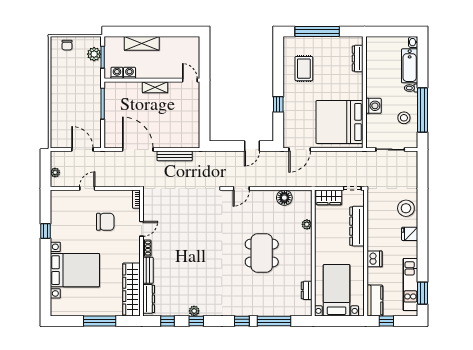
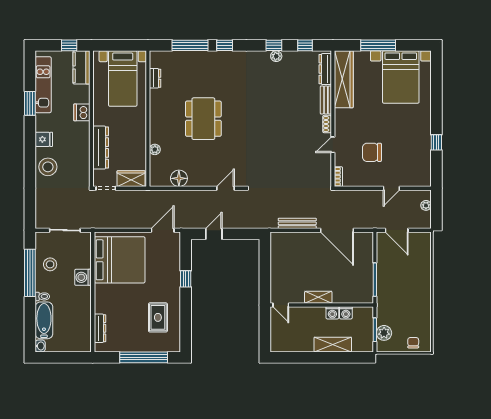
washing machine: (117, 73) -> (332, 313), moved
bed with nightstands: (75, 270) -> (401, 77), moved, turned -90
window: (423, 293) -> (30, 103), moved

